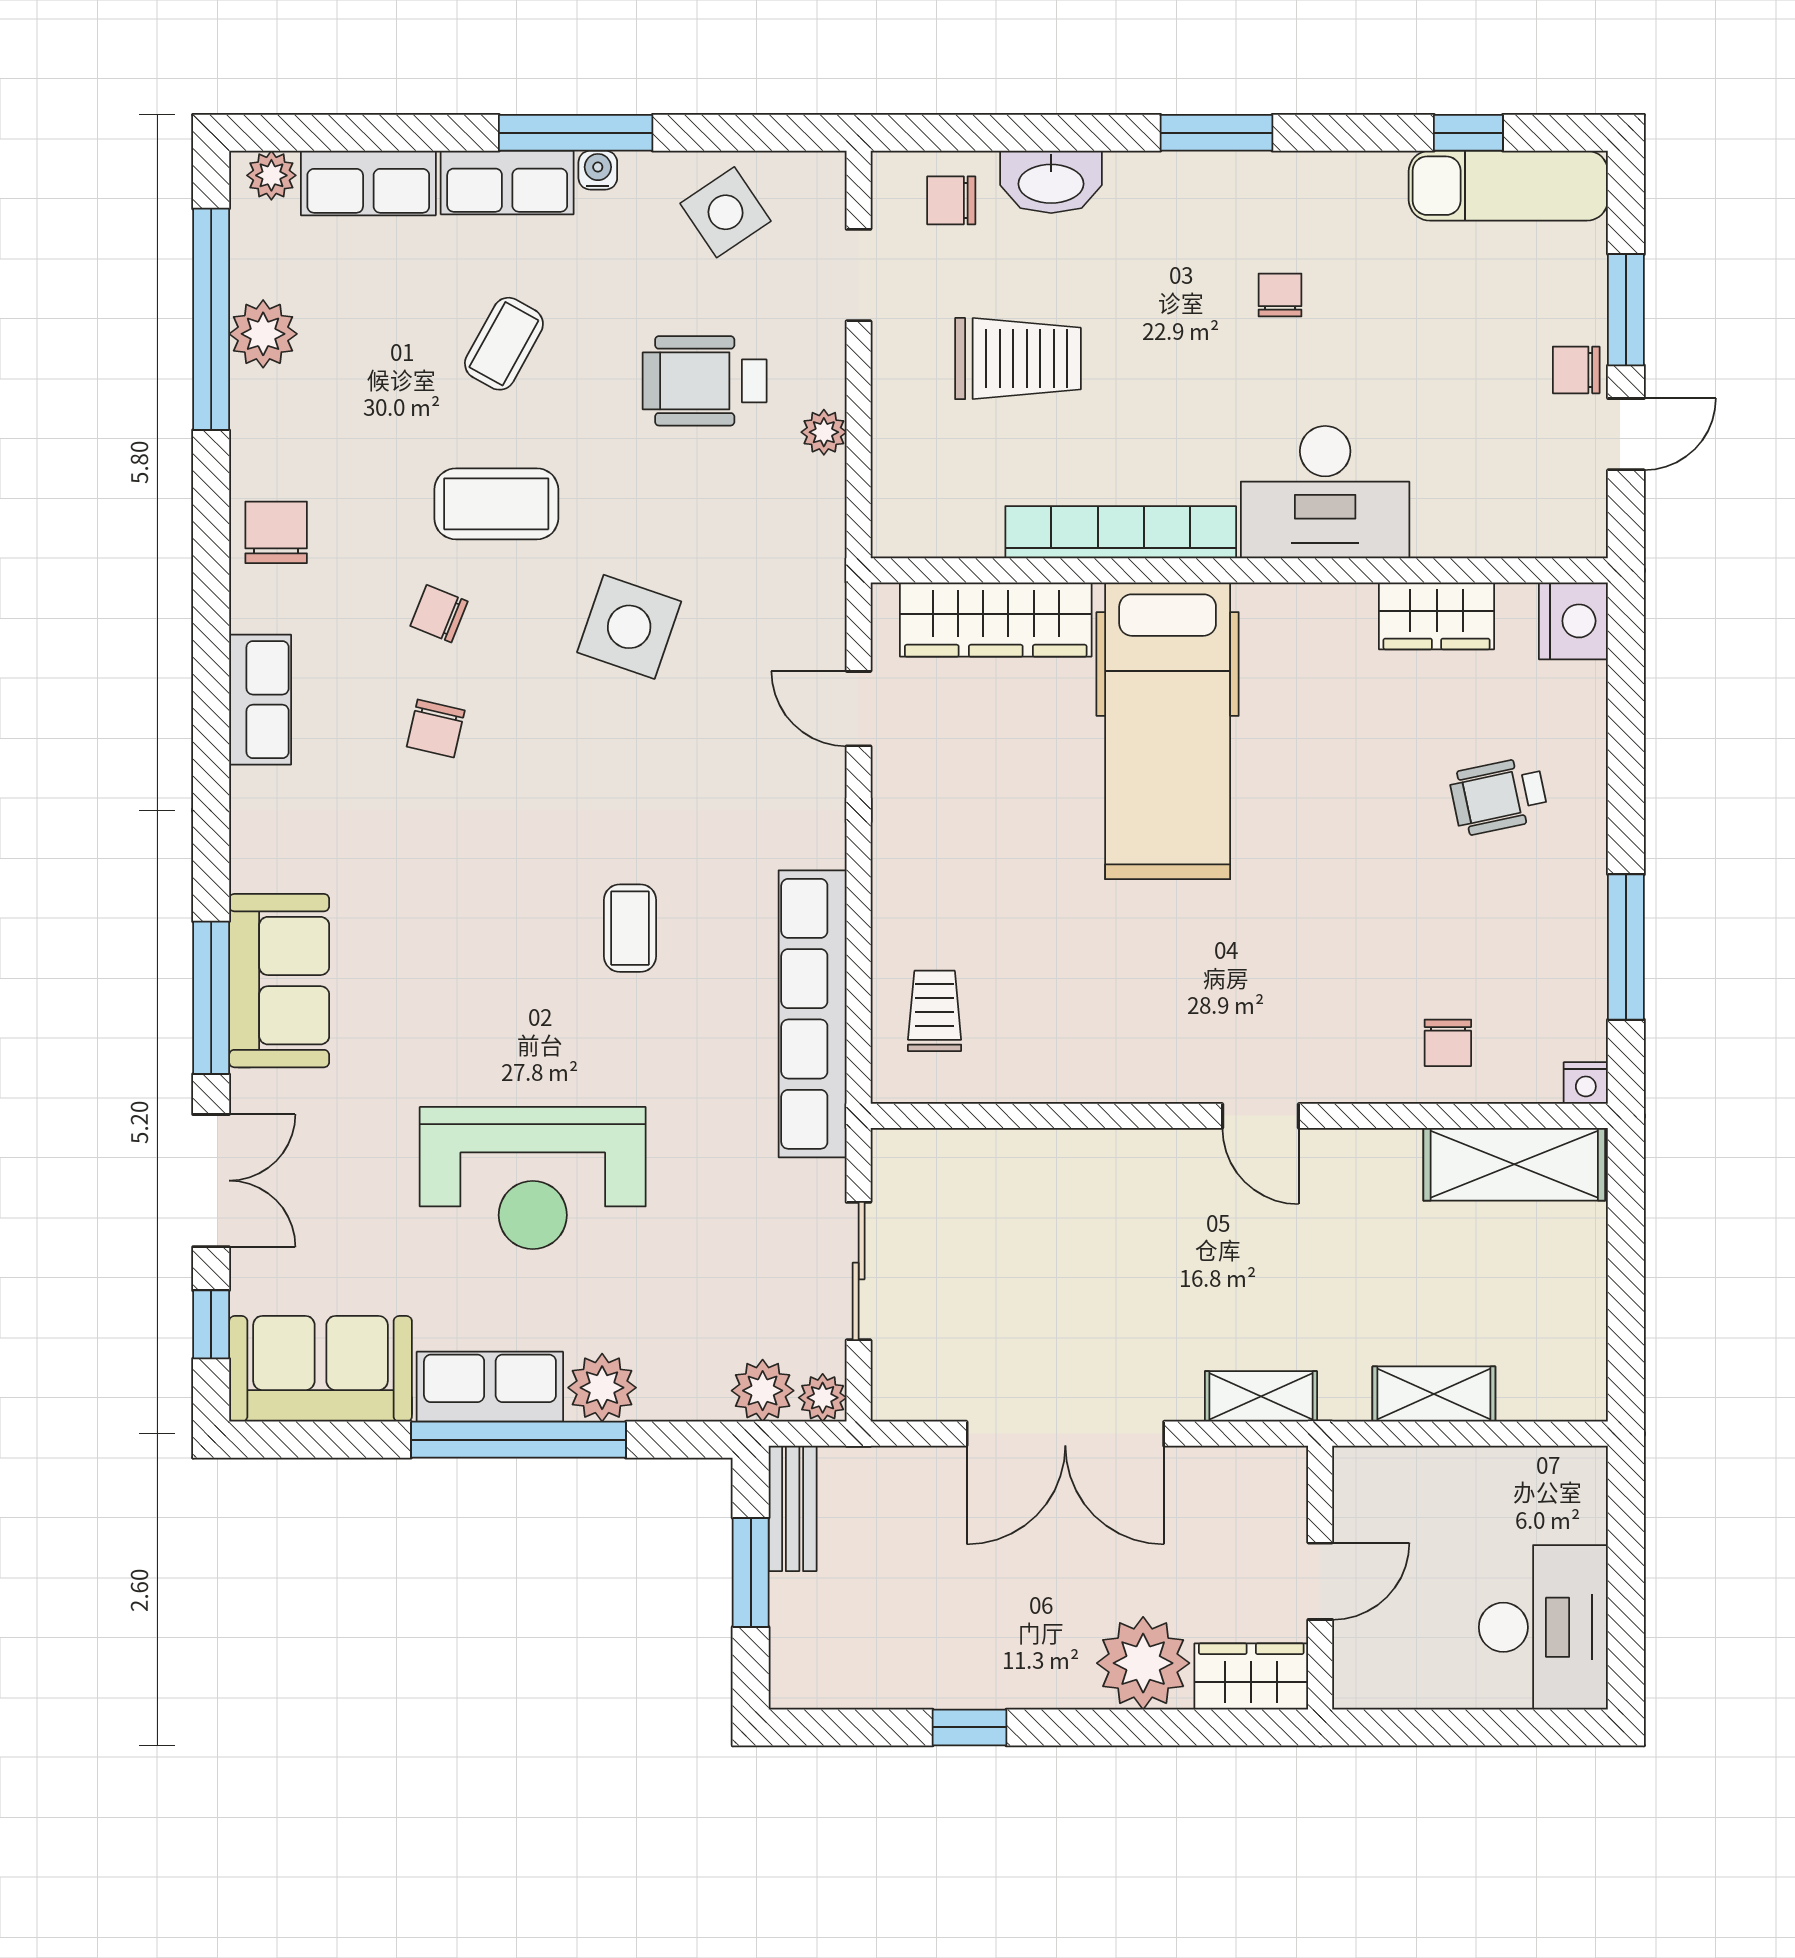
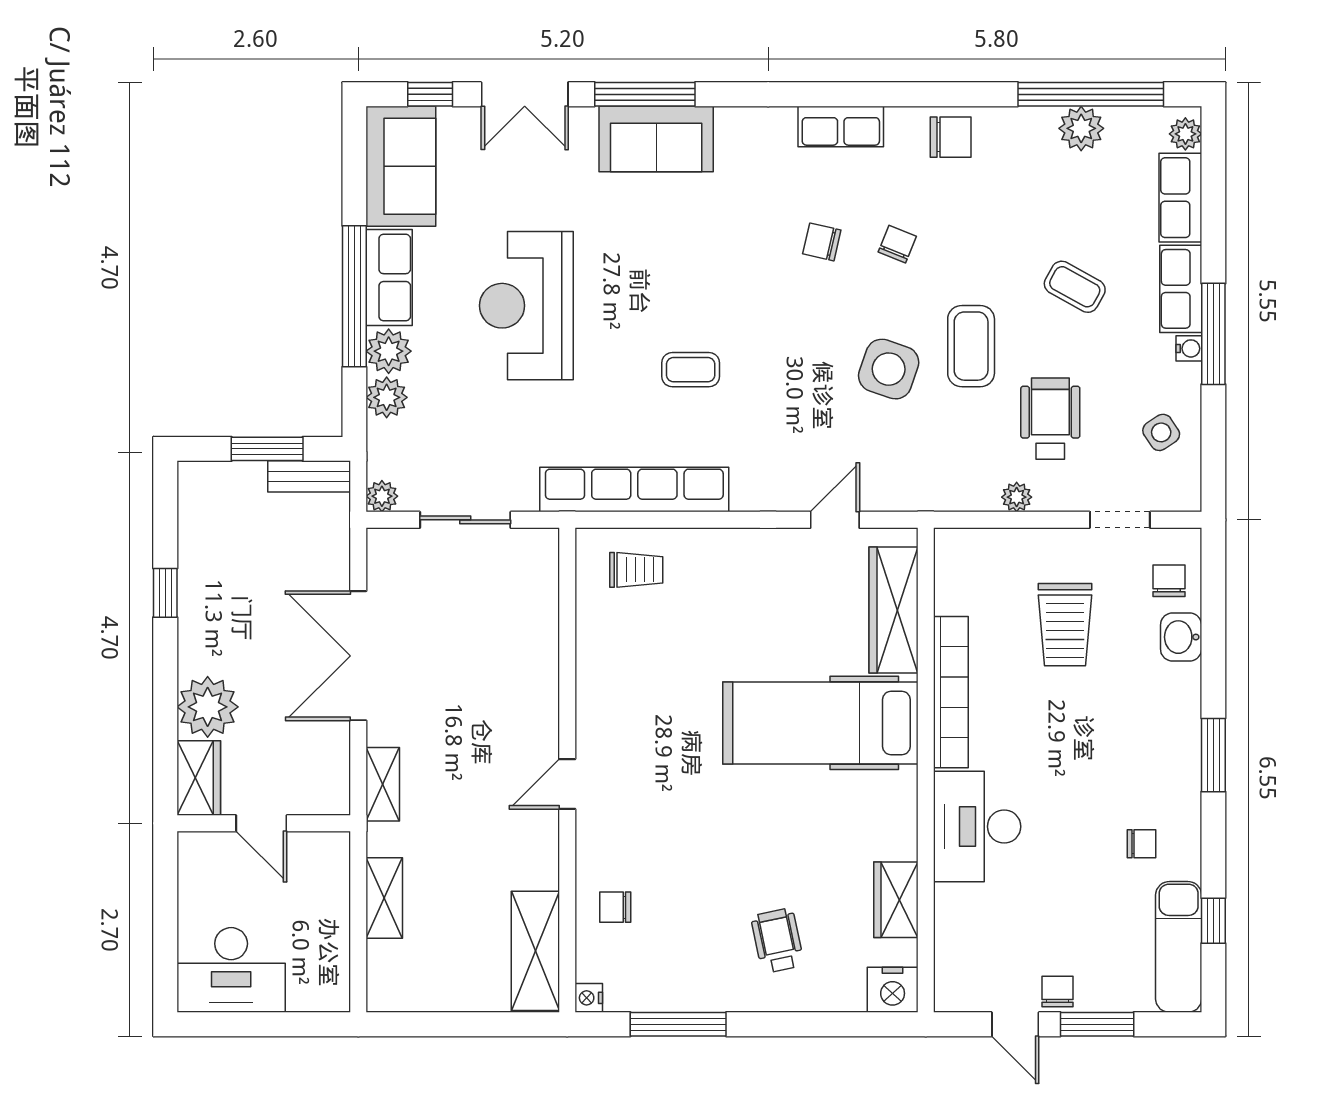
washbasin: (1051, 182) -> (1181, 637), width x0.72
side table: (726, 212) -> (1161, 432), width x0.73, depth x0.73
chair: (1280, 295) -> (1141, 844), moved
coffee table: (496, 504) -> (971, 346), moved
plant: (763, 1391) -> (387, 397), moved

